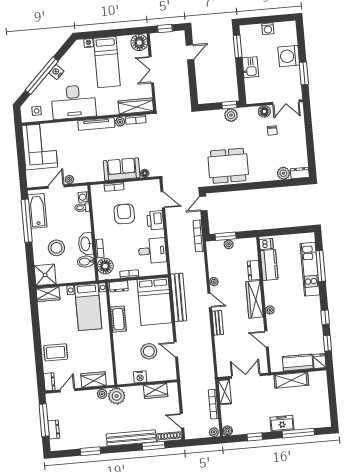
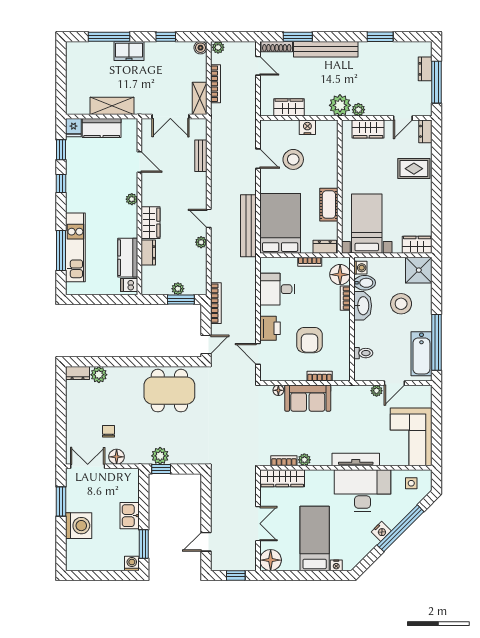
washing machine: (268, 29) -> (132, 563), moved
tv unit: (96, 124) -> (356, 460), moved
washing machine: (83, 197) -> (360, 268), moved
wardrobe: (255, 299) -> (151, 223), width x0.67
bench: (218, 323) -> (201, 156), moved

